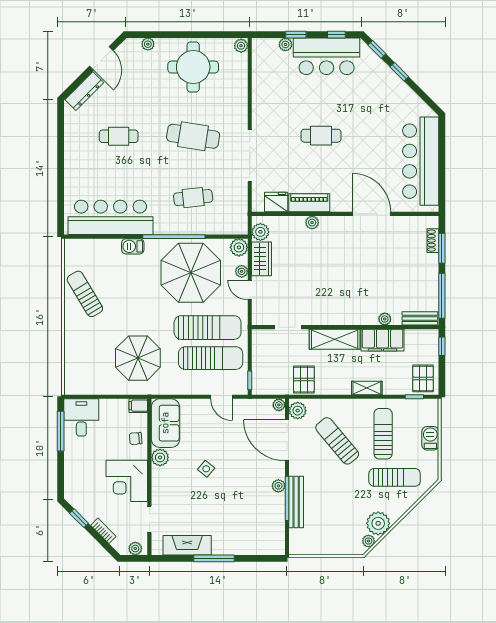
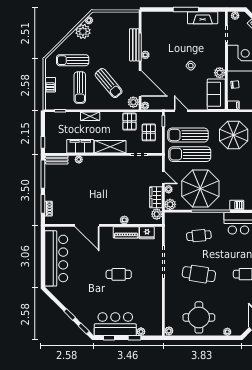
pallet: (423, 378) -> (149, 132), moved

